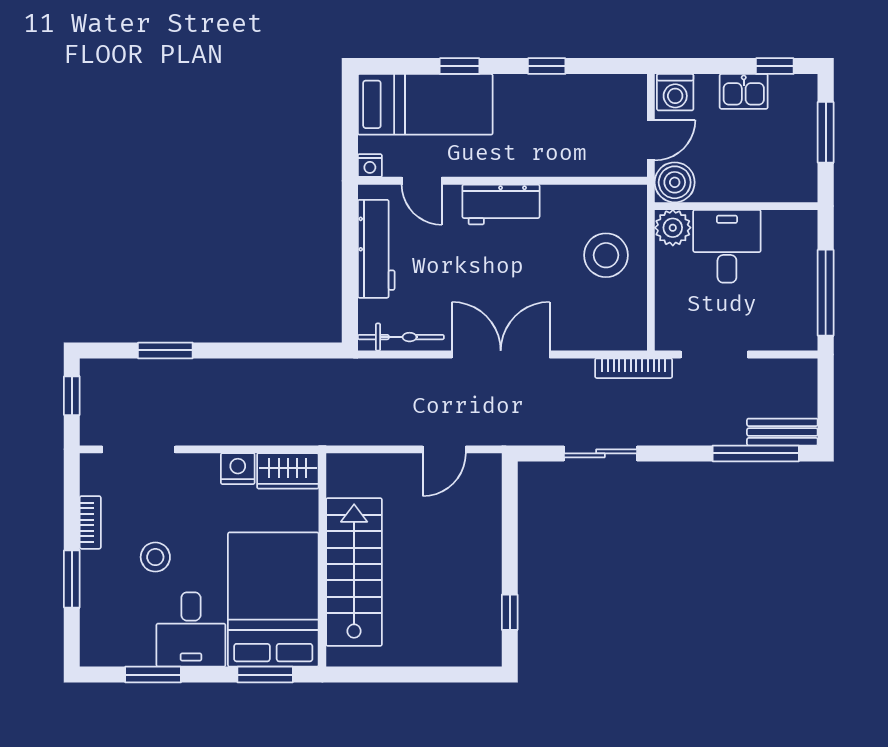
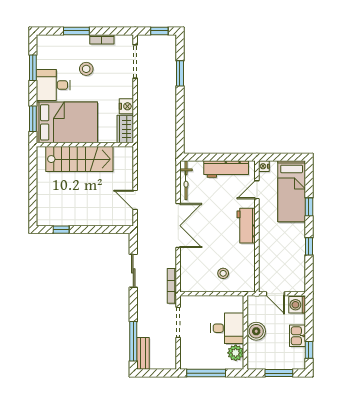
boiler: (675, 182) -> (256, 331), moved
plant: (673, 228) -> (236, 353), moved
stool: (606, 255) -> (223, 273), width x0.53, depth x0.53

